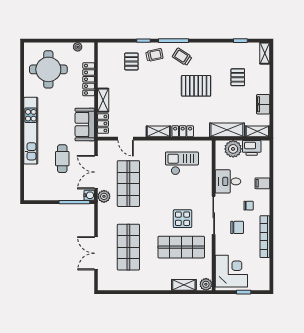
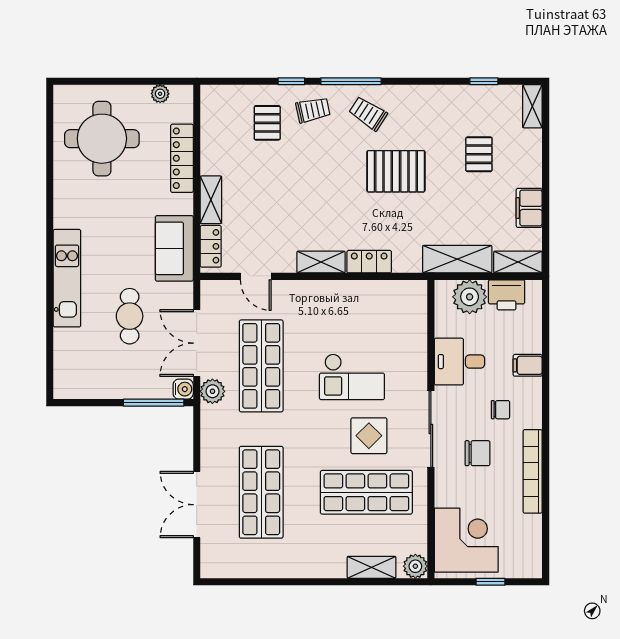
kitchen unit: (31, 131) -> (67, 278), width x0.73
checkout: (182, 163) -> (352, 377), moved, turned 180

